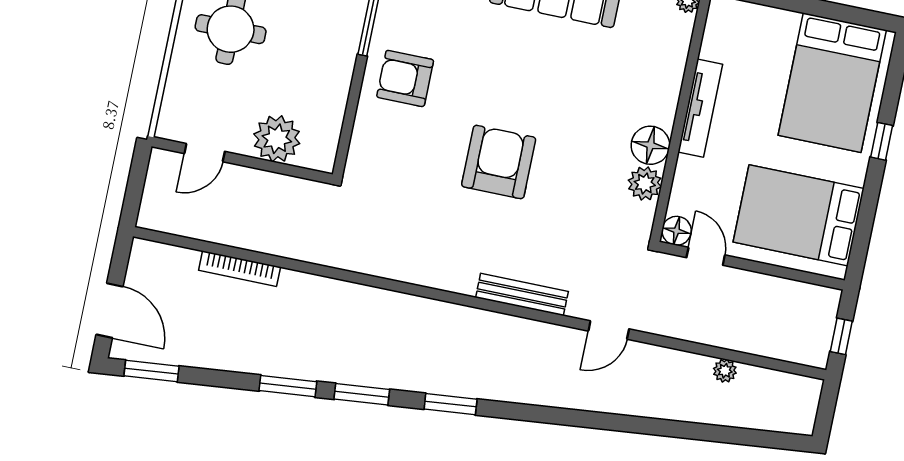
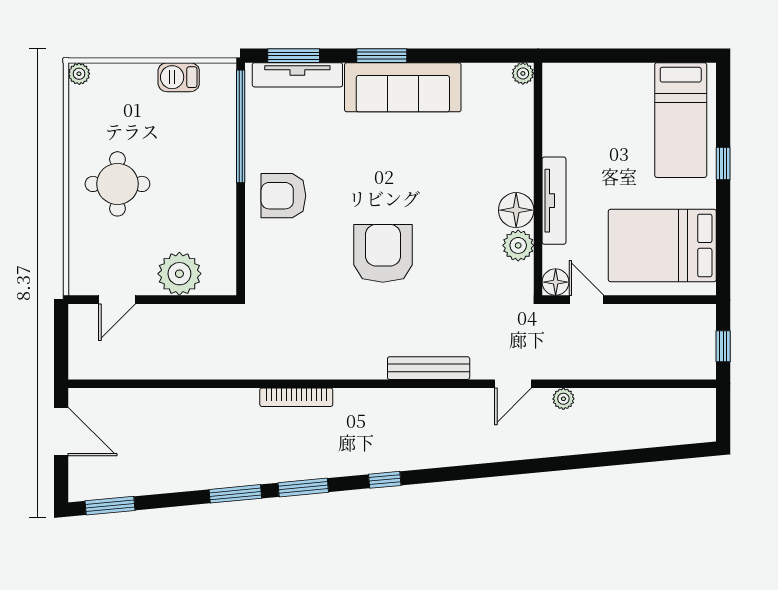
bed: (832, 83) -> (681, 120), width x0.67
tv unit: (700, 108) -> (554, 201), moved
bookcase: (240, 269) -> (296, 397), moved
door: (110, 311) -> (61, 432), moved
plant: (725, 371) -> (563, 399), moved
window: (451, 404) -> (385, 480), width x0.67

